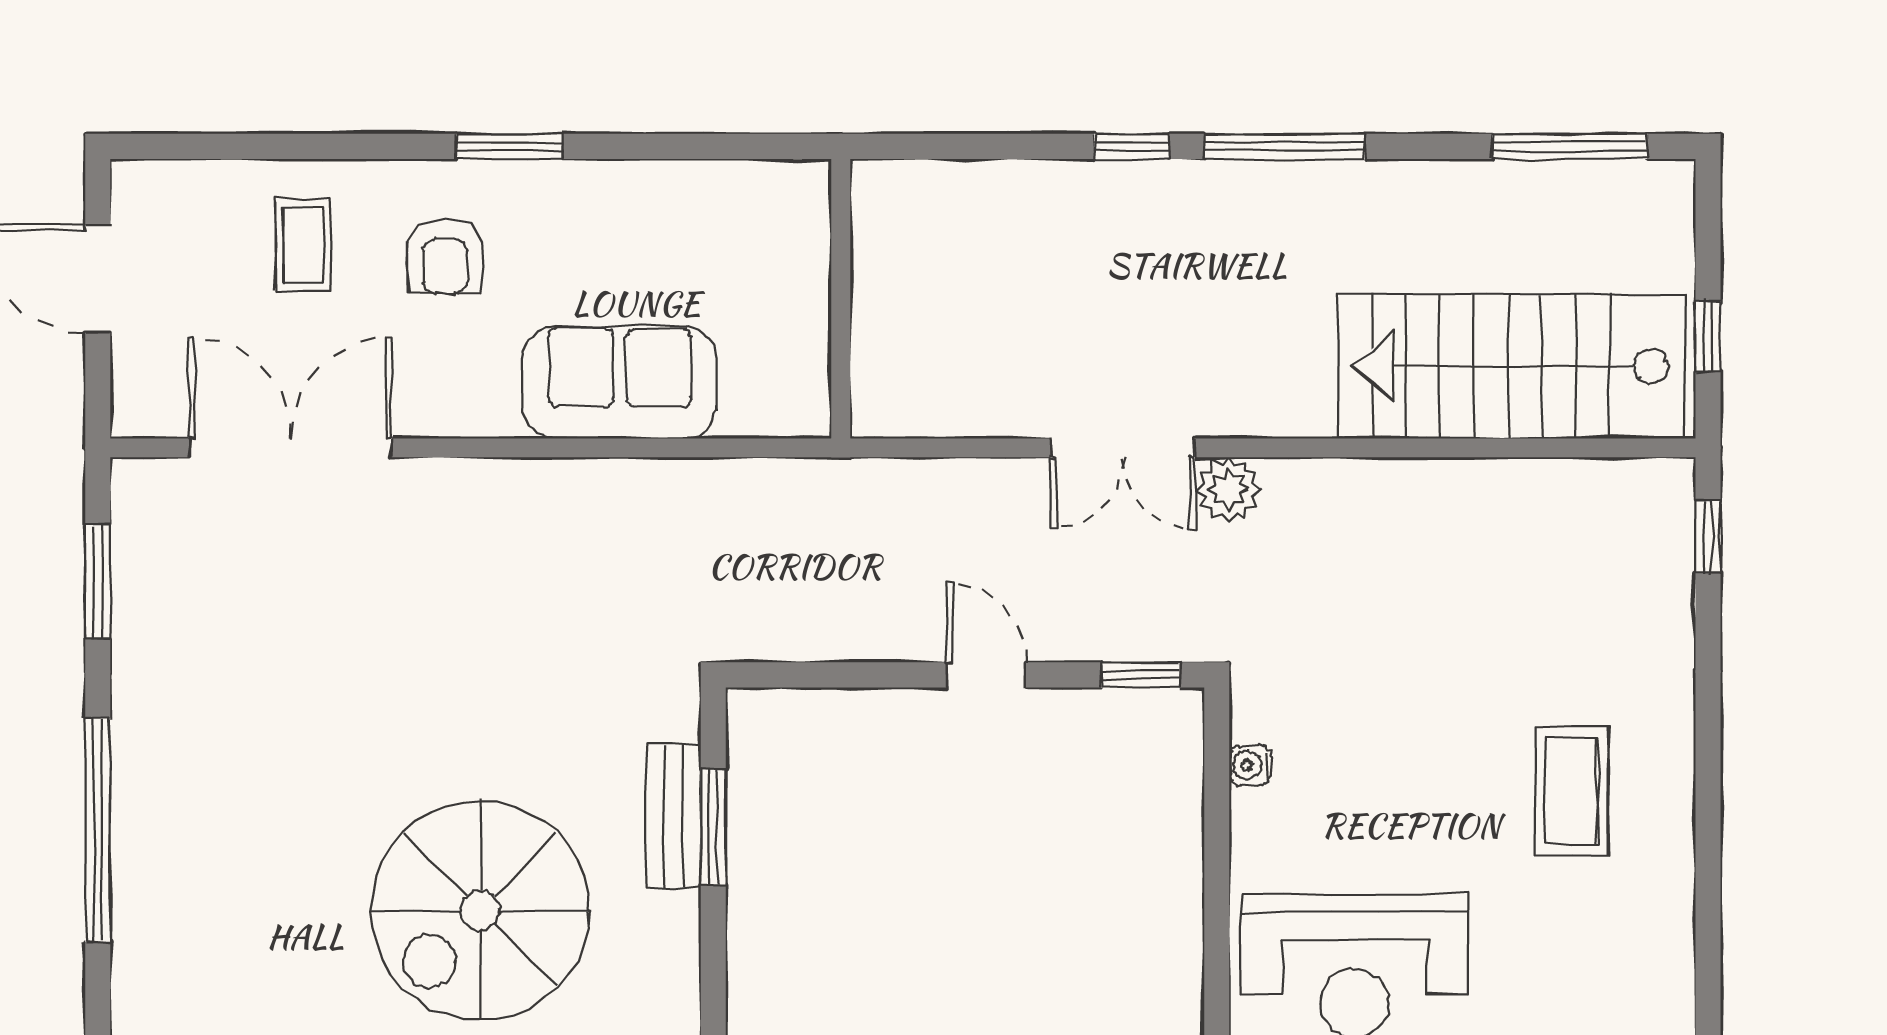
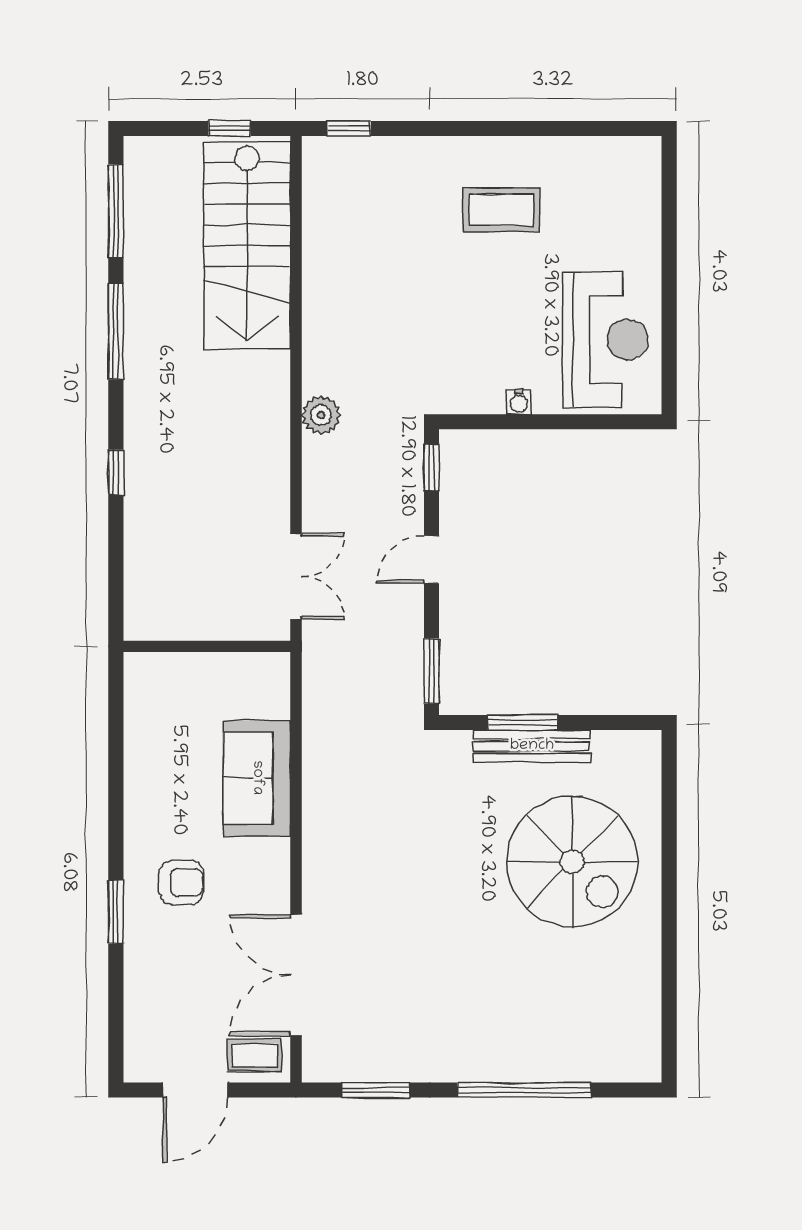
window: (509, 146) -> (116, 912), moved
window: (1285, 146) -> (116, 331), moved
coffee table: (303, 245) -> (255, 1055), moved
double door: (1123, 448) -> (296, 577), moved
window: (799, 675) -> (431, 671), added
water cooler: (1250, 765) -> (519, 402), moved
bench: (673, 816) -> (532, 746), width x1.36

